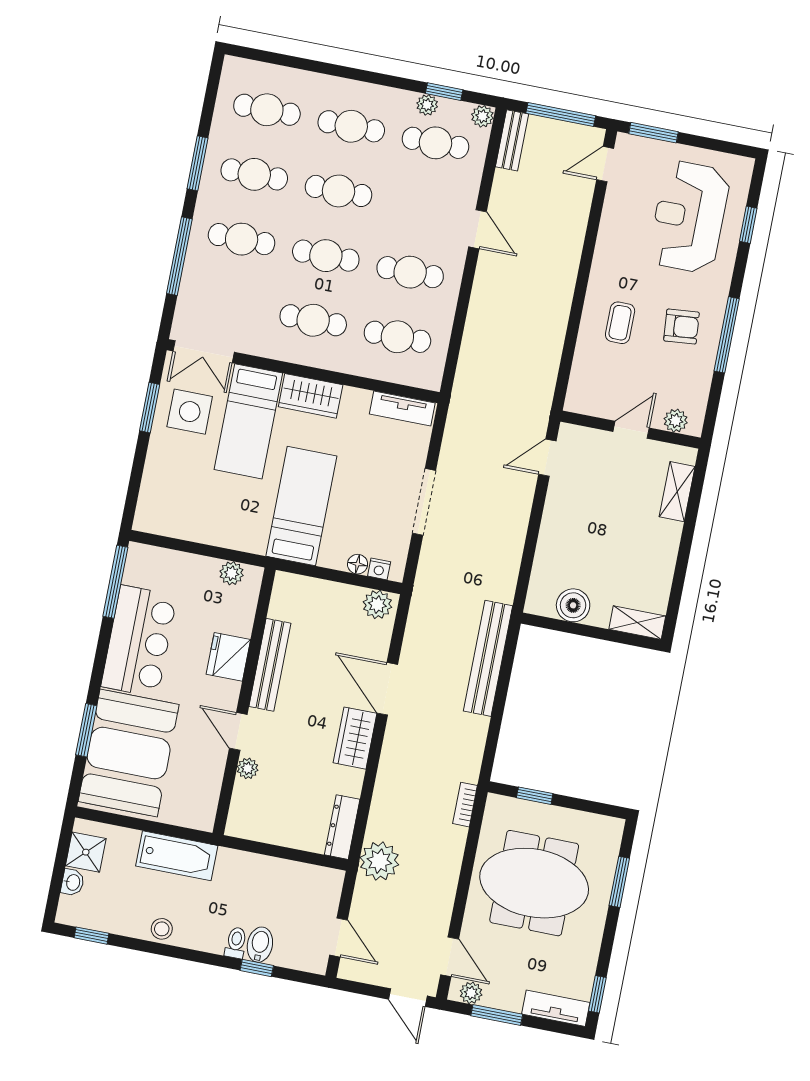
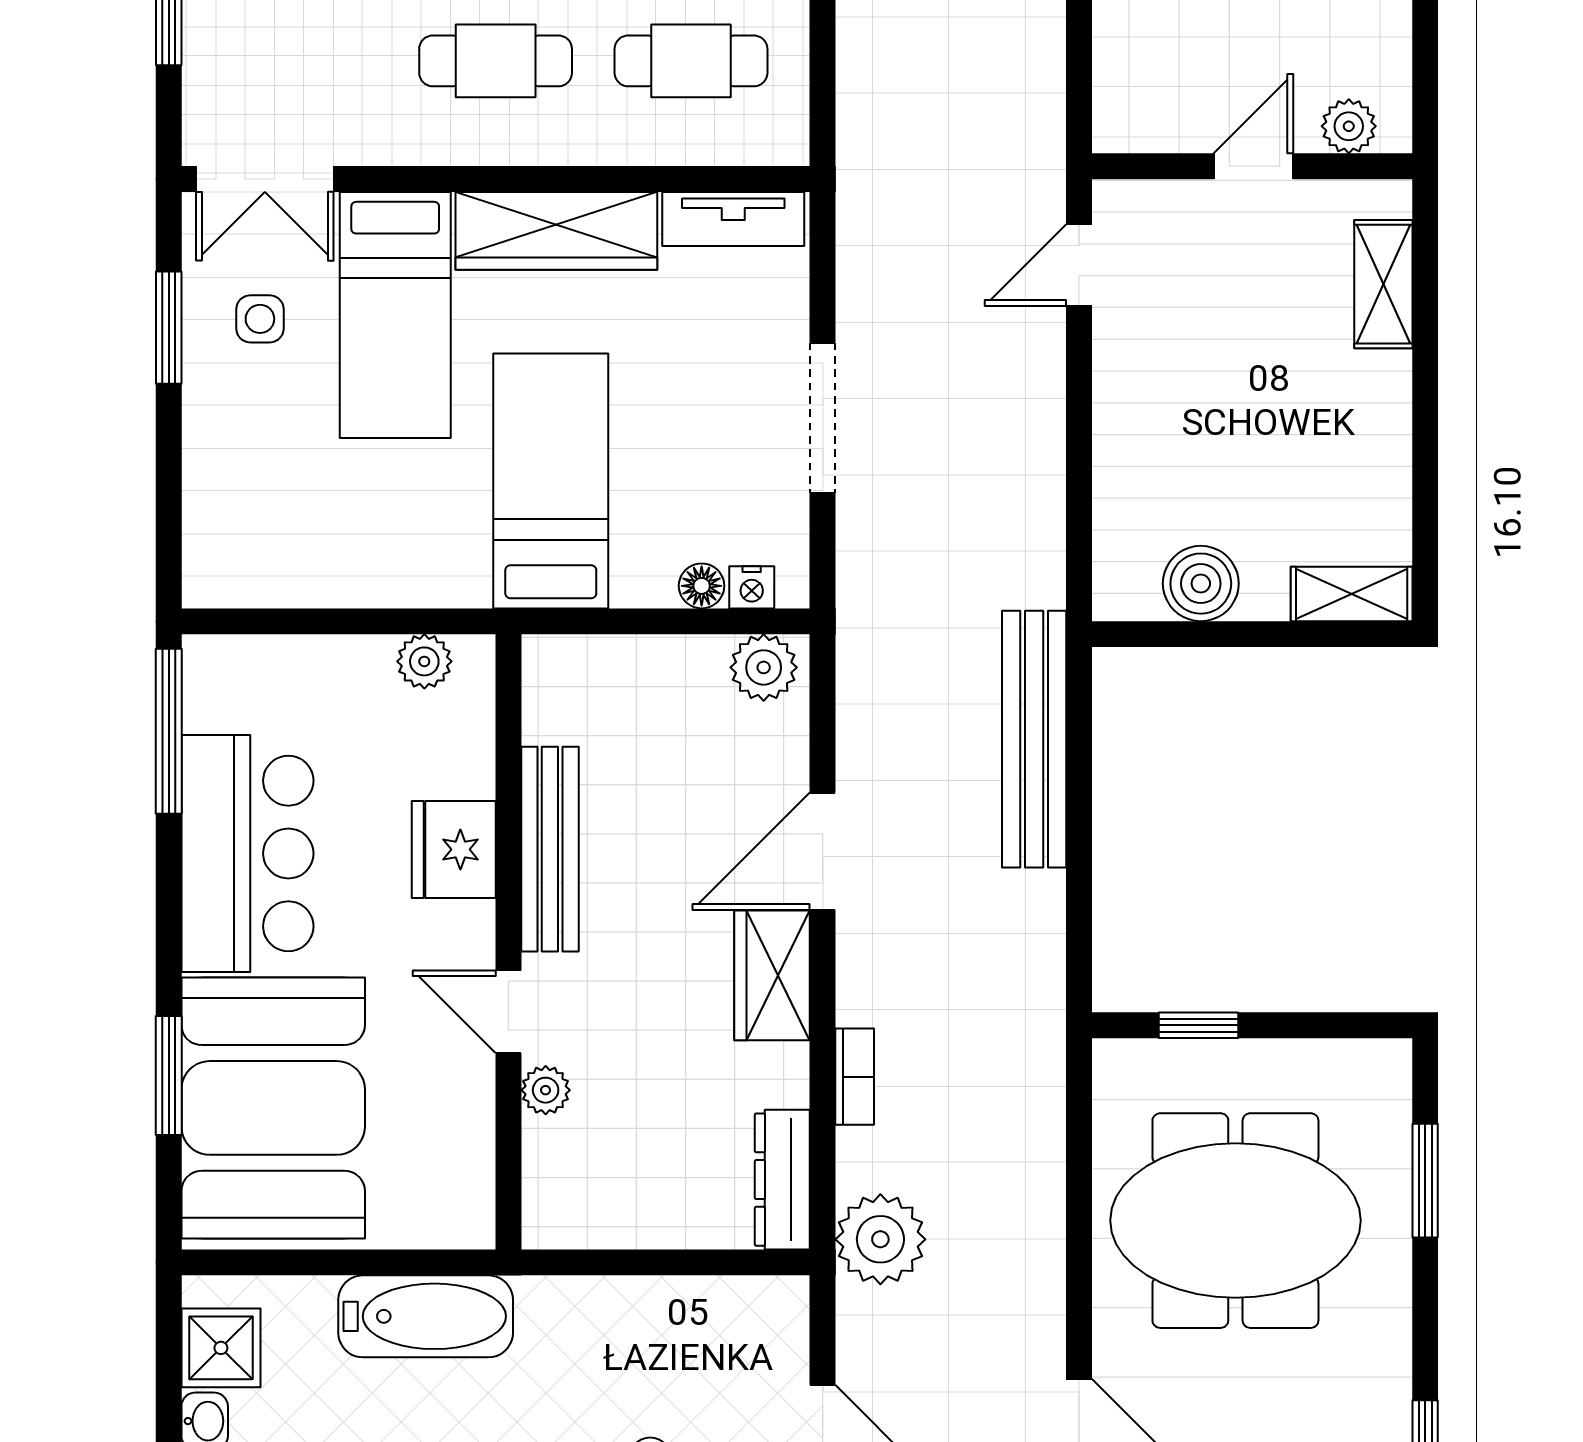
wardrobe: (311, 396) -> (556, 231), width x1.50
side table: (190, 412) -> (260, 319), width x0.54, depth x0.54
door: (387, 689) -> (823, 851), hinge flipped
bookcase: (465, 805) -> (855, 1077), moved, turned 180

